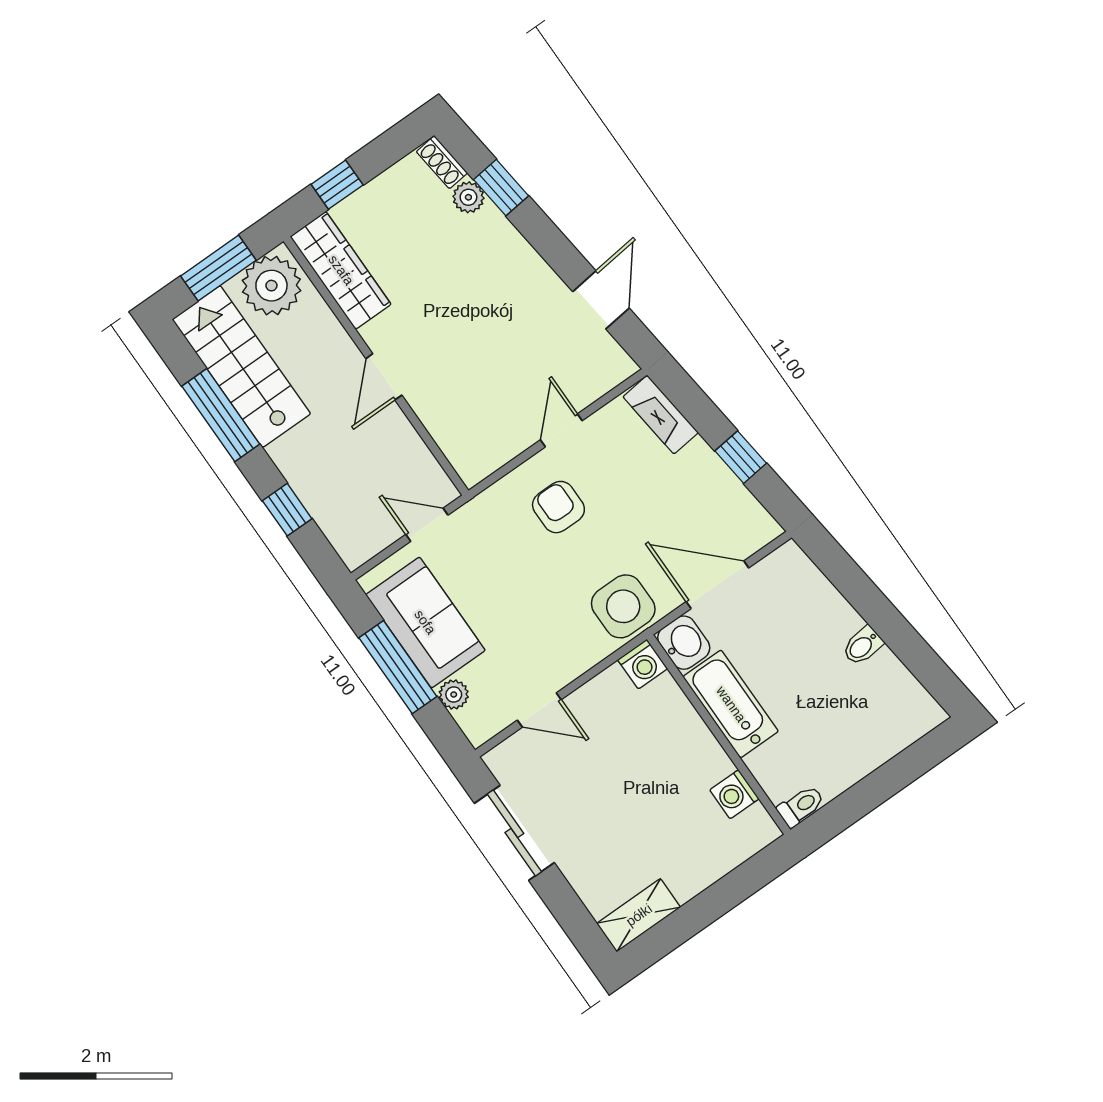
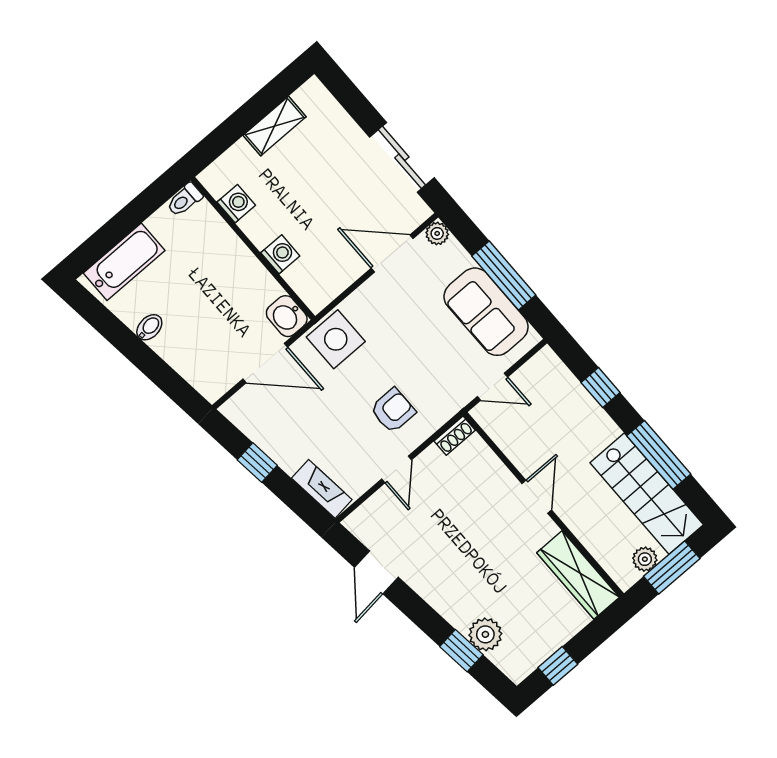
shoe rack: (442, 162) -> (455, 436), moved, turned 97
window: (337, 185) -> (558, 666), moved
plant: (468, 197) -> (485, 634), width x1.38, depth x1.38
plant: (271, 286) -> (645, 559), width x0.53, depth x0.53
armchair: (558, 507) -> (393, 410), turned -90
washing machine: (642, 664) -> (280, 254), moved, turned 90
plant: (454, 695) -> (437, 233), moved
bathtub: (731, 704) -> (124, 262), moved, turned -90
door: (539, 710) -> (392, 253), width x1.38
shelving: (639, 915) -> (275, 126), moved

